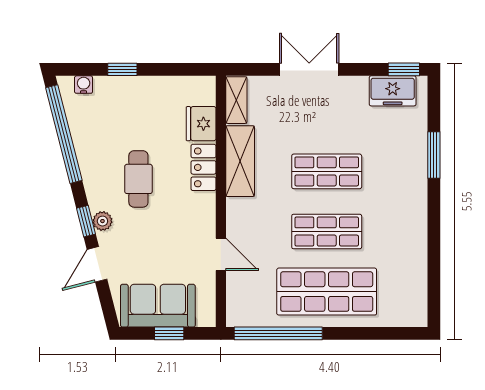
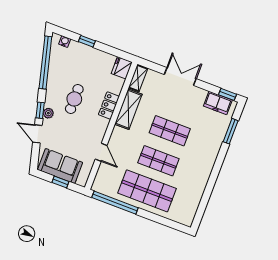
fridge: (201, 124) -> (122, 68), moved
window: (434, 155) -> (231, 131), moved
door: (97, 264) -> (37, 134), hinge flipped

